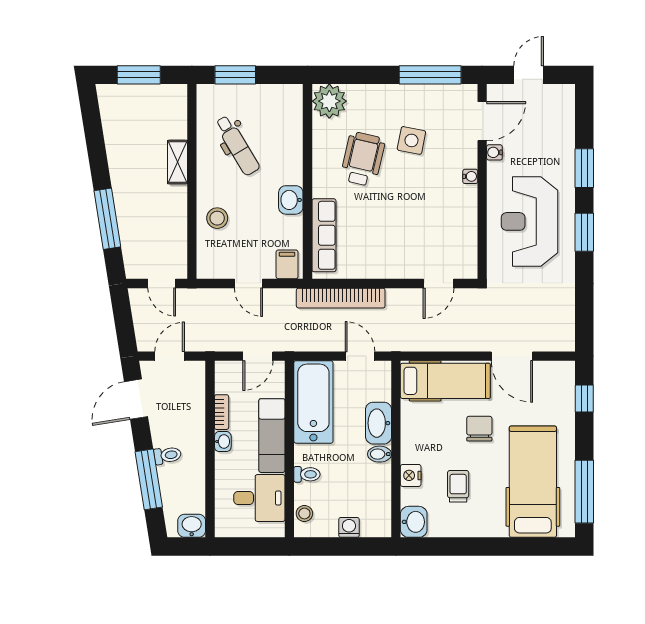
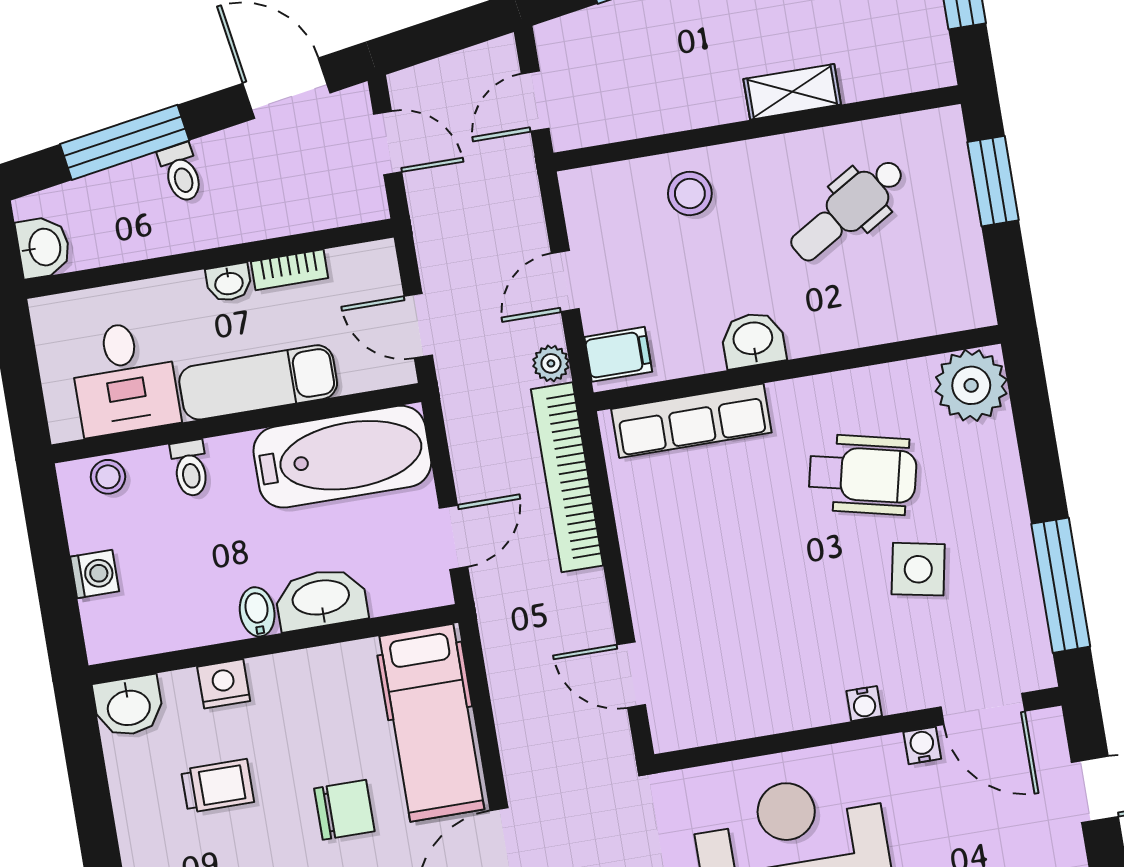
plant: (286, 297) -> (551, 363), added

